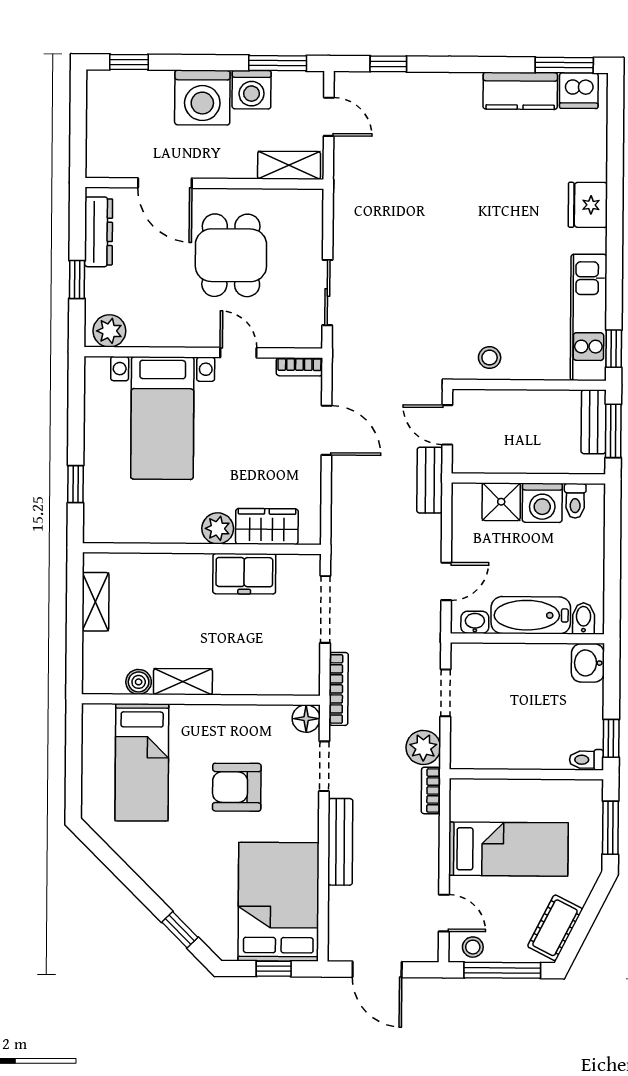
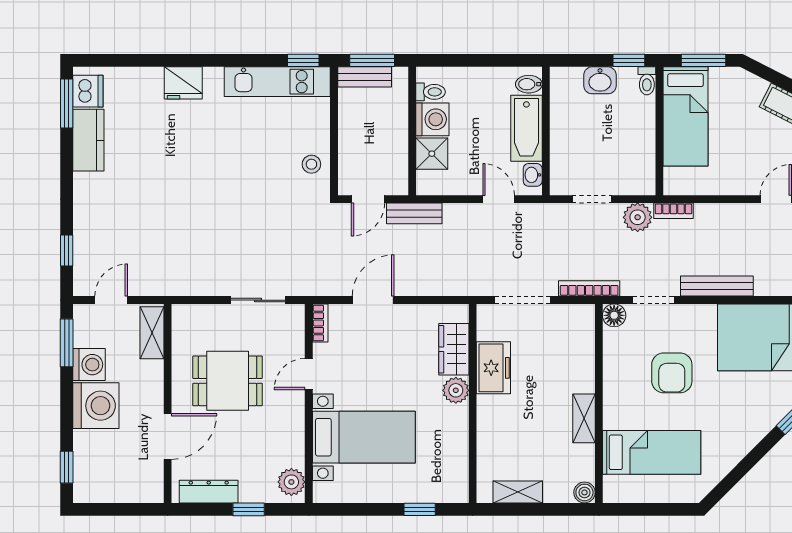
washbasin: (588, 663) -> (600, 80), moved
boiler: (139, 682) -> (584, 492), moved
bed: (508, 849) -> (685, 116), moved, turned 180

